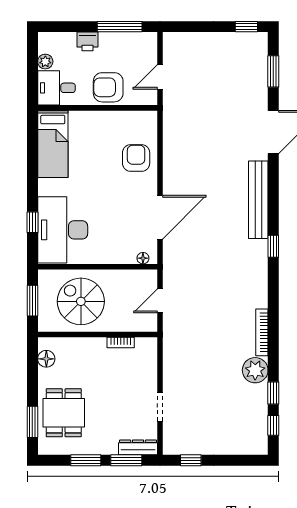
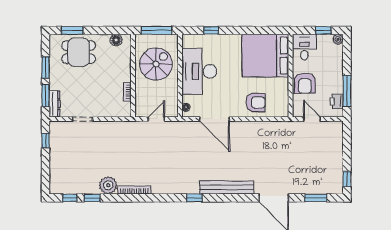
printer: (88, 41) -> (337, 101), moved
window: (32, 60) -> (323, 30), added
plant: (45, 62) -> (338, 39), moved
armchair: (108, 87) -> (305, 83), turned 180
bed: (53, 144) -> (265, 56), width x2.04
desk: (63, 230) -> (199, 71), moved, turned -90
window: (32, 301) -> (157, 30), width x1.44
door: (160, 301) -> (156, 119), hinge flipped

